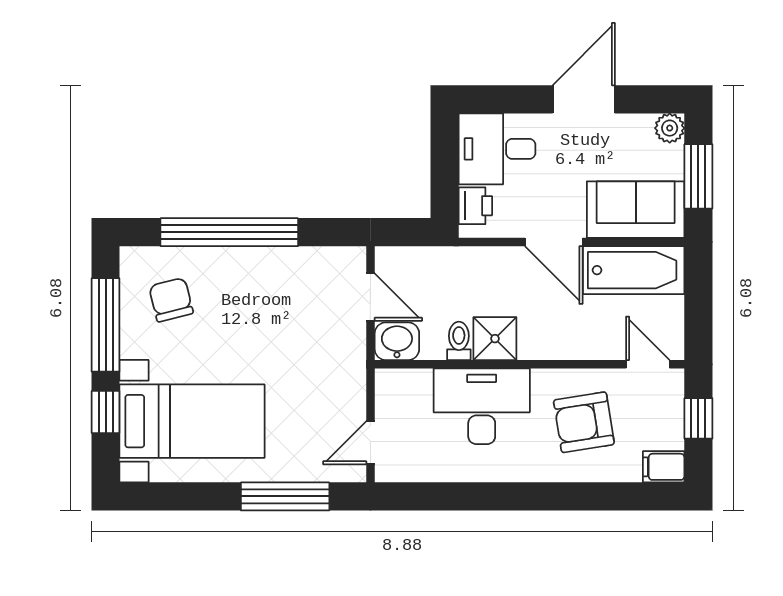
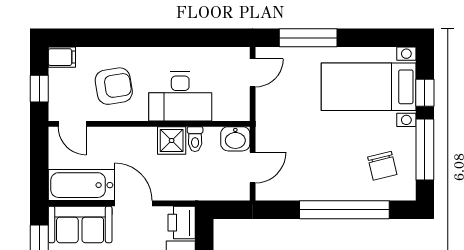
printer: (475, 206) -> (182, 223), width x1.36, depth x1.24
door: (370, 297) -> (253, 167), swing flipped

